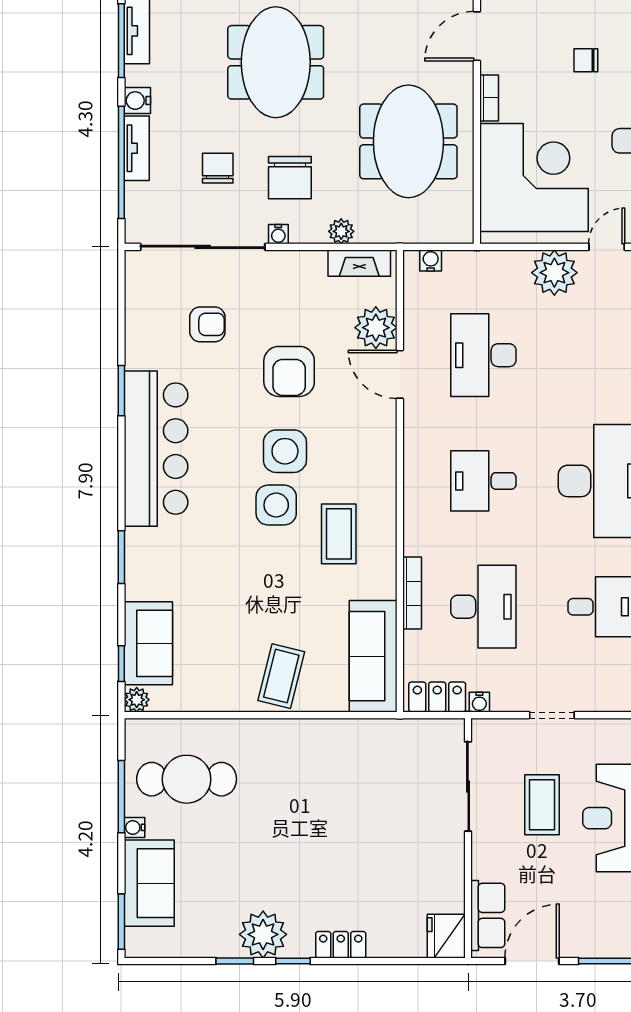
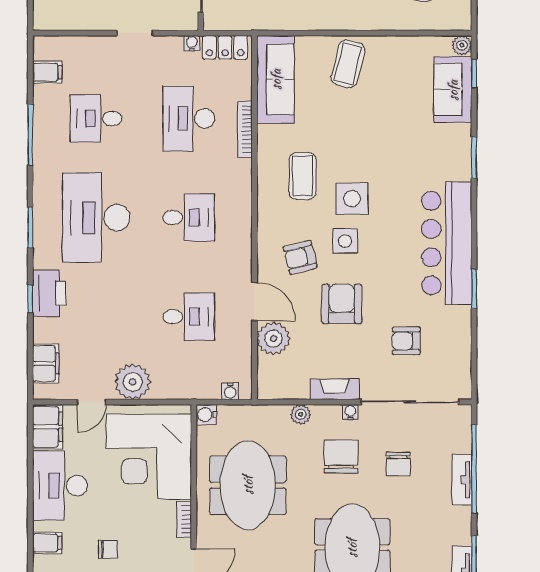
water cooler: (137, 101) -> (206, 415), moved, turned 180
fireplace: (359, 263) -> (335, 389), moved
desk: (483, 355) -> (189, 317), width x0.73
armchair: (342, 431) -> (300, 257), added
side table: (285, 451) -> (345, 241), width x0.73, depth x0.73

